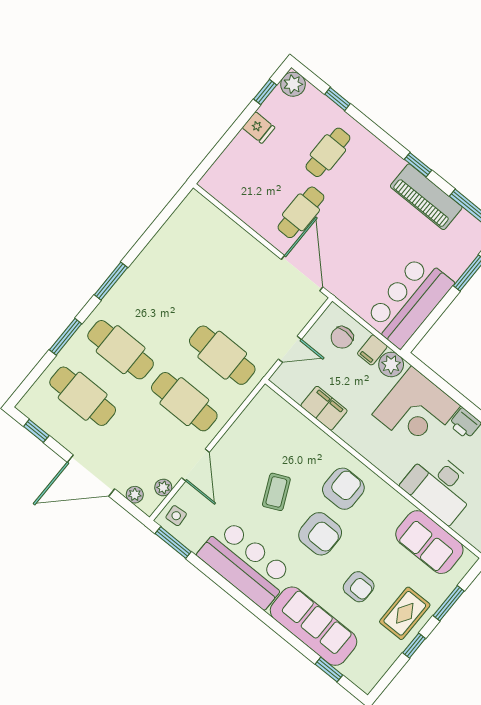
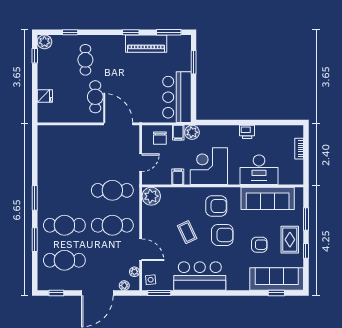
fridge: (258, 127) -> (45, 96), moved
plant: (268, 405) -> (151, 196), added
filing cabinet: (324, 408) -> (178, 177), width x0.50
corner desk: (416, 410) -> (209, 166), moved, turned 180
armchair: (343, 489) -> (216, 206), turned 90
sofa: (429, 542) -> (268, 198), width x1.36
sofa: (314, 626) -> (277, 279), moved

